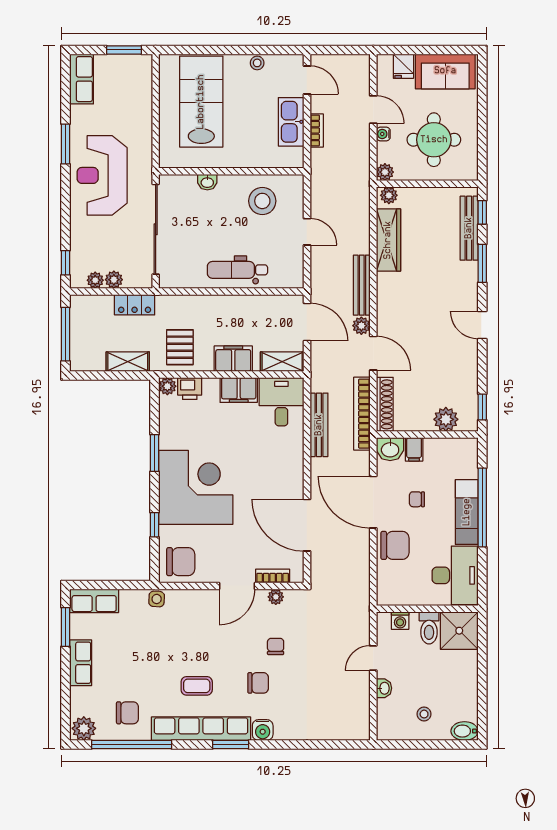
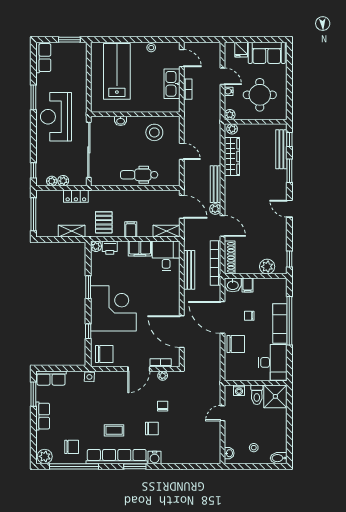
filing cabinet: (233, 359) -> (131, 229), width x0.50
washbasin: (384, 688) -> (229, 453), moved

